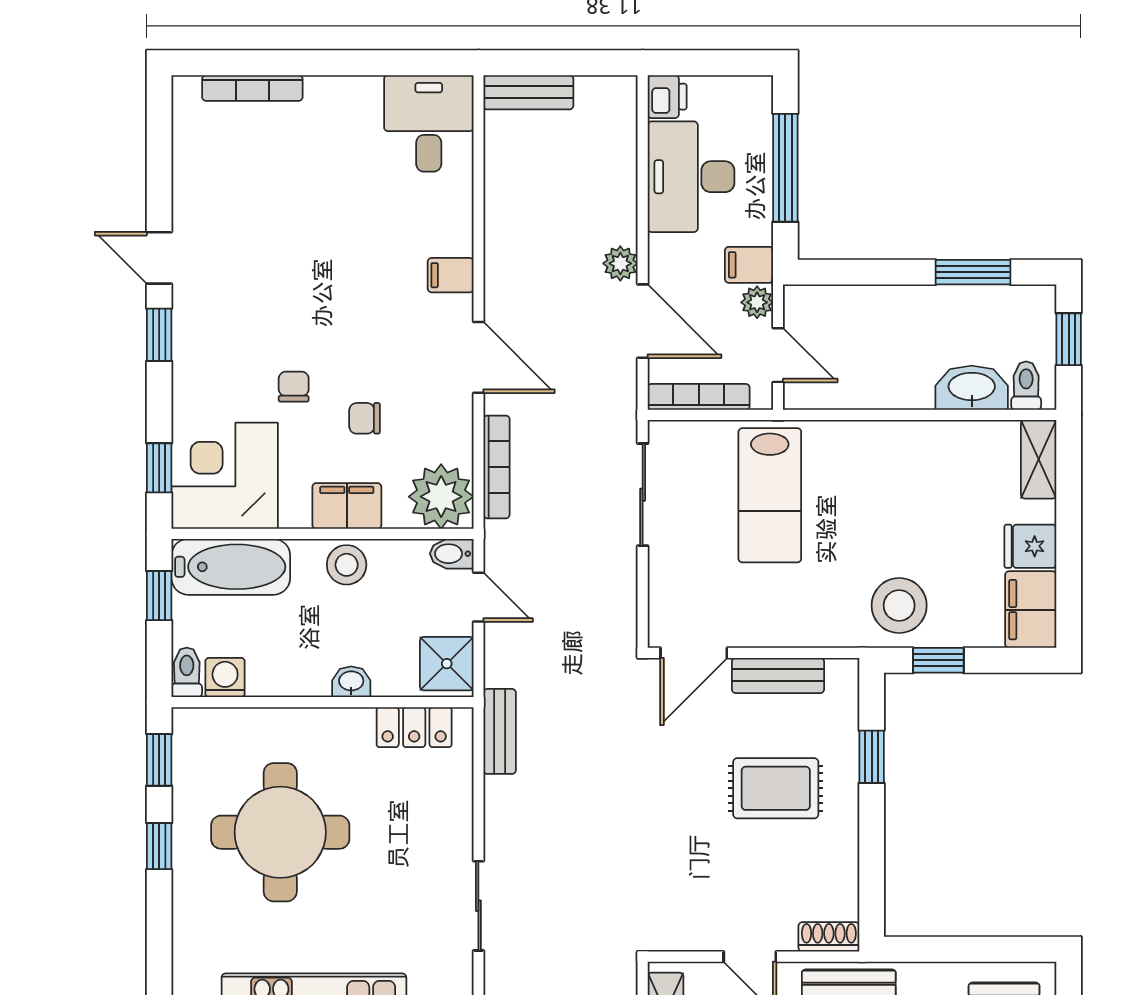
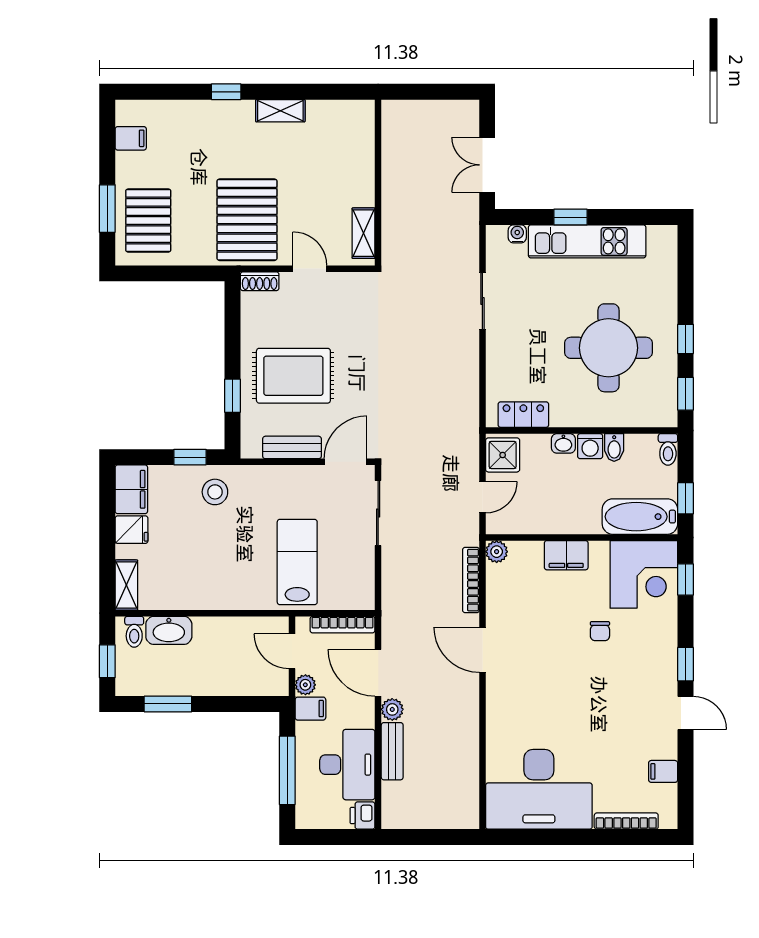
bench: (528, 92) -> (392, 751), moved, turned 90
desk: (429, 123) -> (539, 789), width x1.87, depth x1.30
filing cabinet: (451, 275) -> (663, 771), moved, turned 180
chair: (365, 418) -> (555, 611), removed
sliding door: (643, 495) -> (378, 513), moved
plant: (441, 497) -> (497, 552), width x0.53, depth x0.53
bidet: (452, 554) -> (614, 448), moved, turned 90
stool: (347, 565) -> (566, 518), removed
door: (478, 597) -> (482, 497), swing flipped
stool: (899, 605) -> (215, 492), width x0.73, depth x0.73
washing machine: (225, 678) -> (590, 446), moved
bench: (500, 731) -> (469, 412), removed
rug: (776, 788) -> (293, 376), width x1.36, depth x1.43

